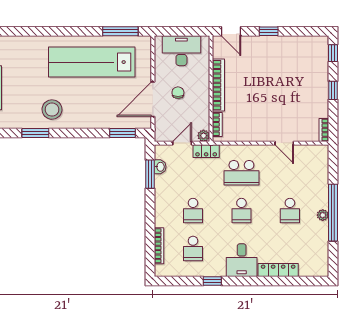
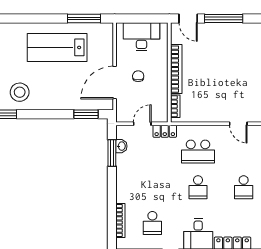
window: (269, 31) -> (224, 18), width x2.17
lab bench: (92, 62) -> (57, 47), width x0.73
plant: (204, 136) -> (162, 117), removed
school desk: (193, 211) -> (152, 187), removed

